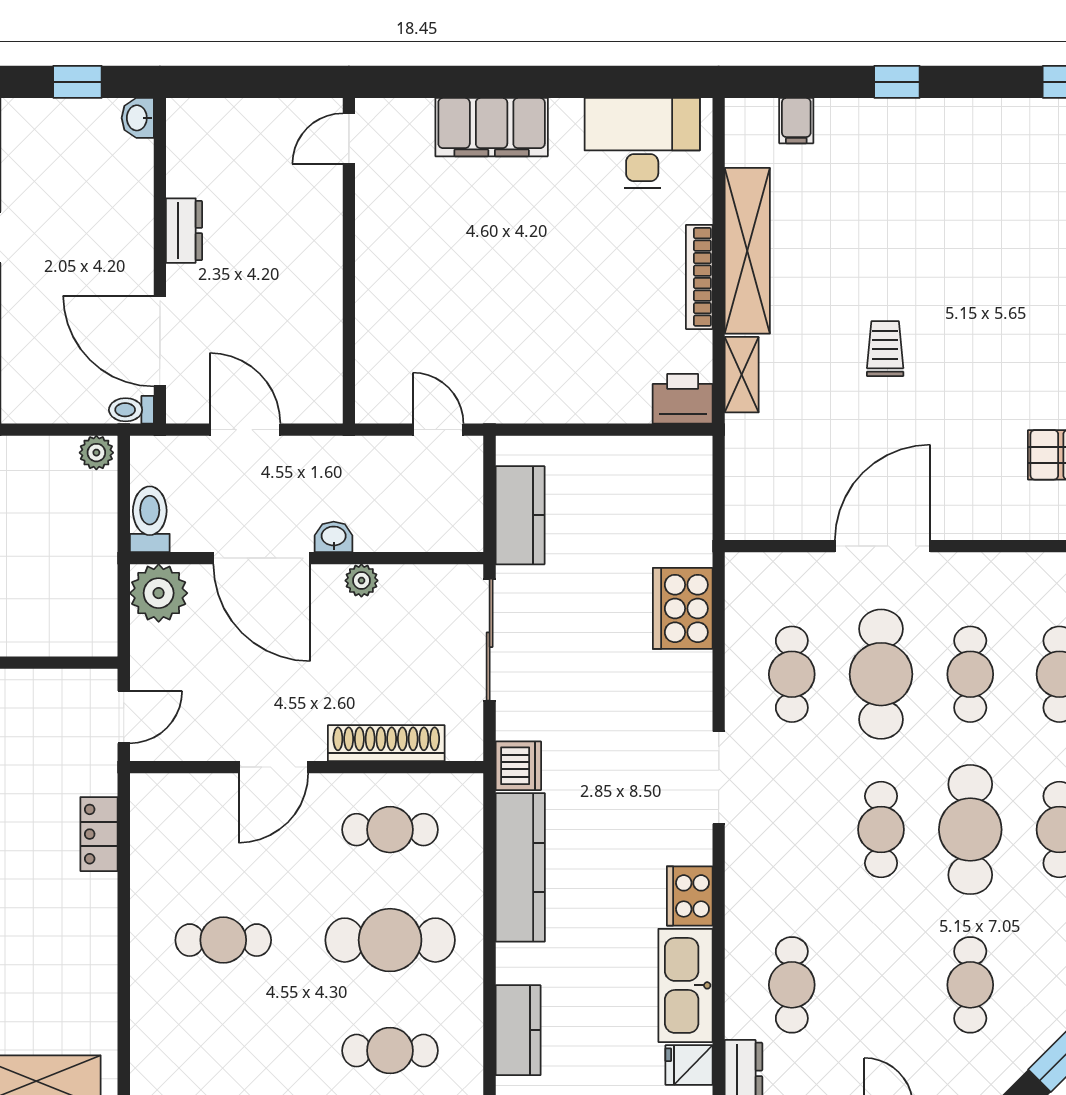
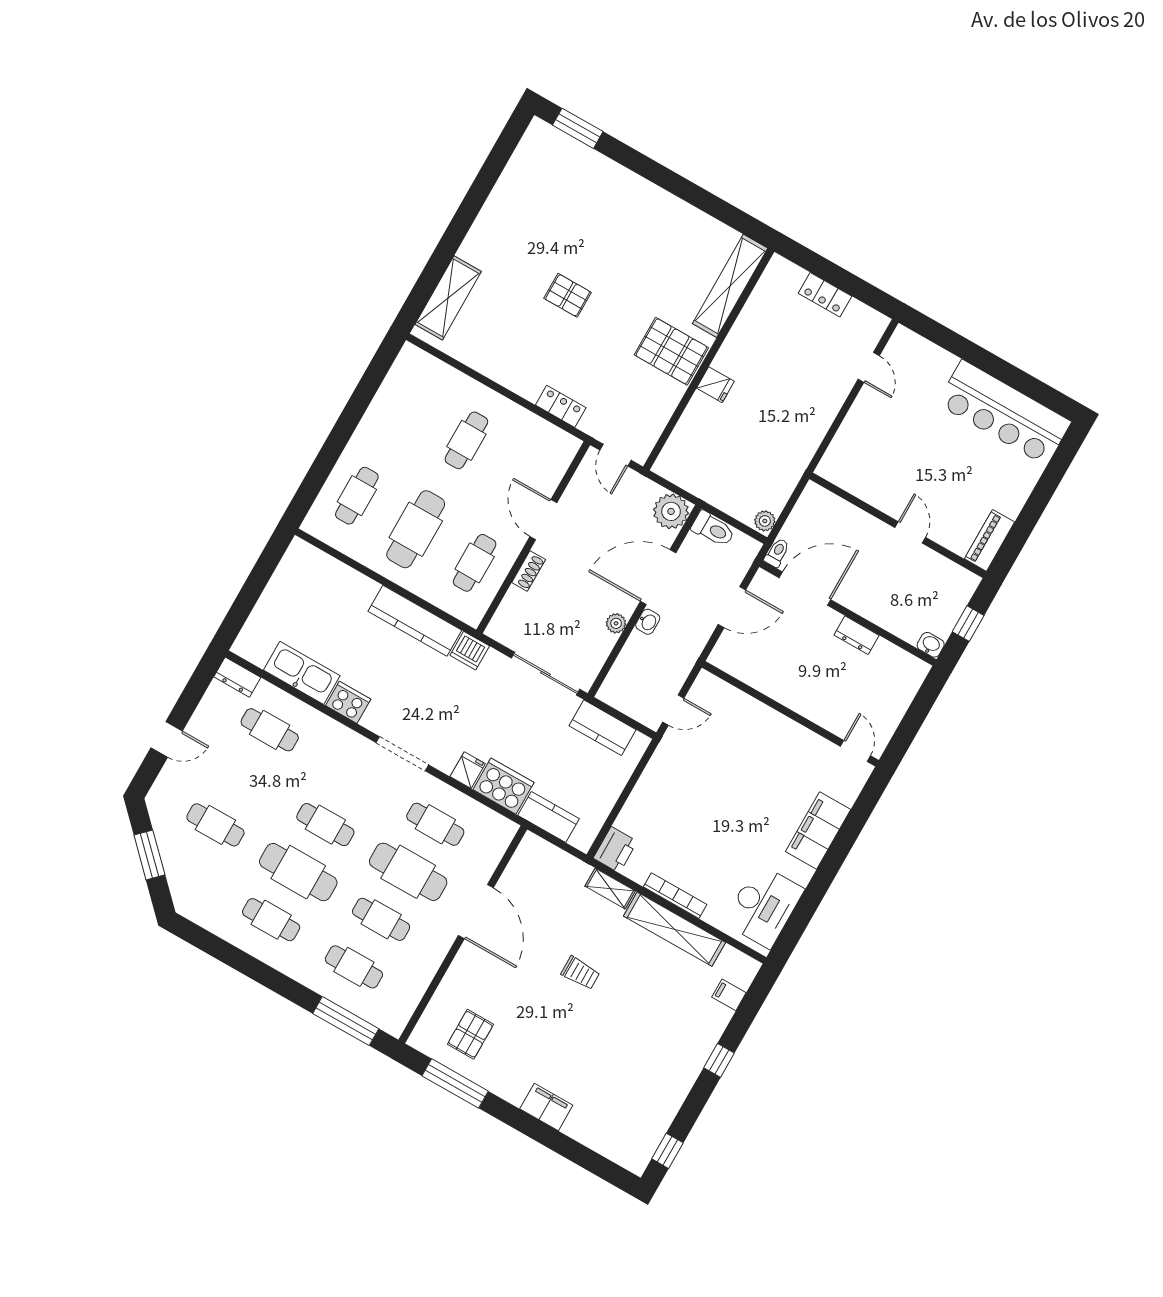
shoe rack: (386, 743) -> (529, 571), width x0.51, depth x0.81
kitchen counter: (518, 1030) -> (549, 817), moved, turned 180
fridge: (689, 1065) -> (468, 770), moved

